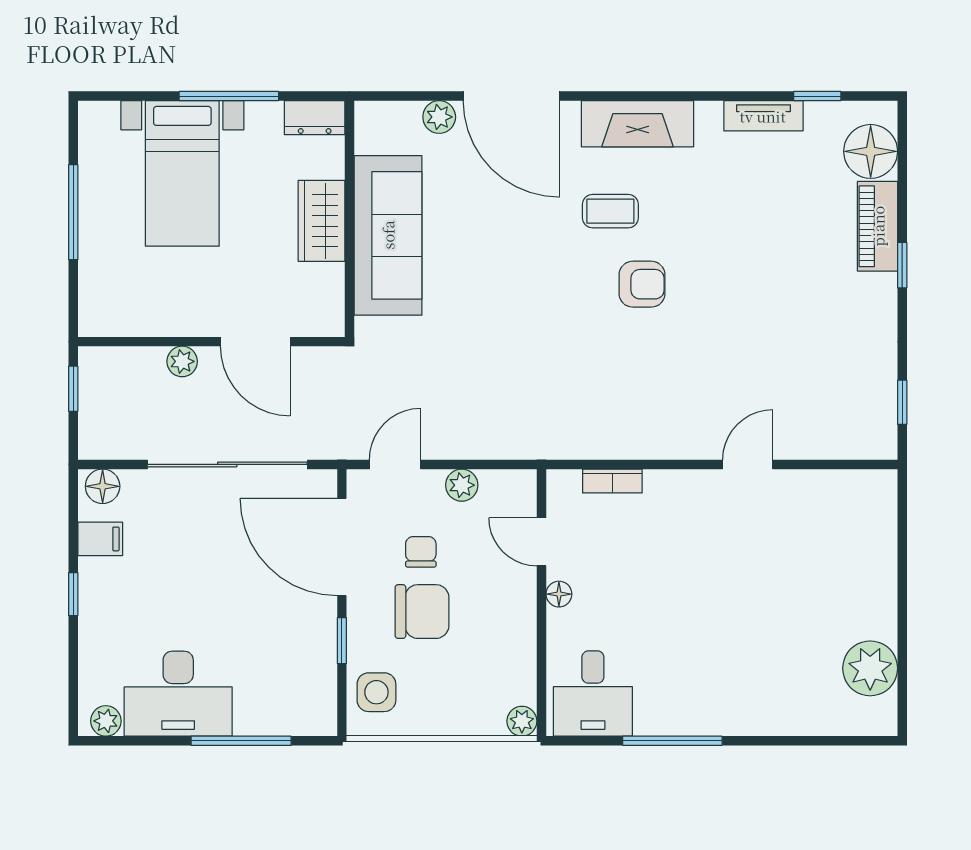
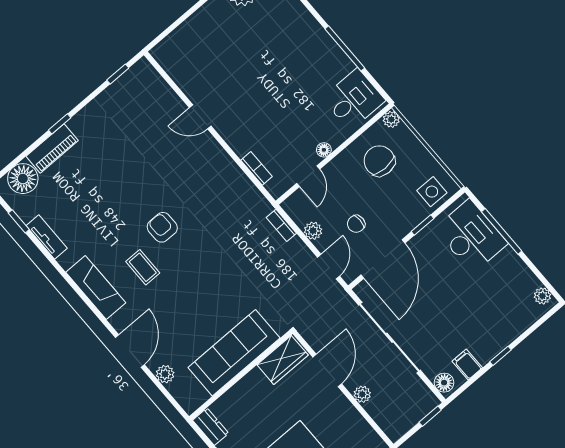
door: (511, 96) -> (130, 351), width x0.73
wardrobe: (321, 221) -> (283, 360), moved
window: (73, 389) -> (430, 416), moved
bookcase: (506, 448) -> (281, 225), added
door: (395, 464) -> (328, 267), swing flipped
chair: (422, 612) -> (379, 161), moved
desk: (178, 694) -> (471, 236), moved

